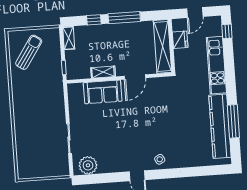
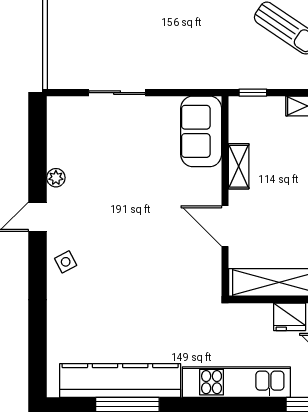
sofa: (103, 92) -> (201, 131), moved
plant: (88, 165) -> (56, 178), moved, width x0.53, depth x0.53

